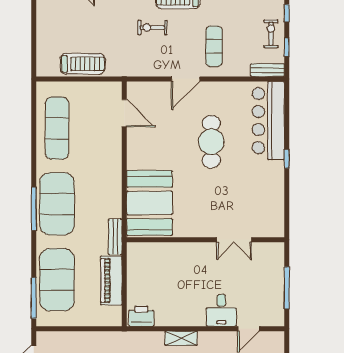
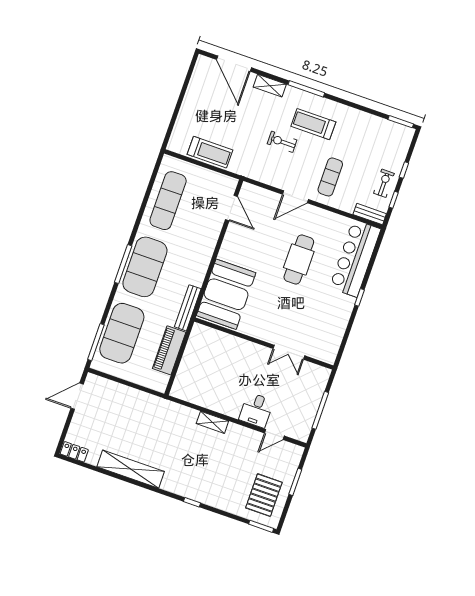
bench: (115, 237) -> (188, 308), width x1.36
printer: (141, 316) -> (184, 391), removed

